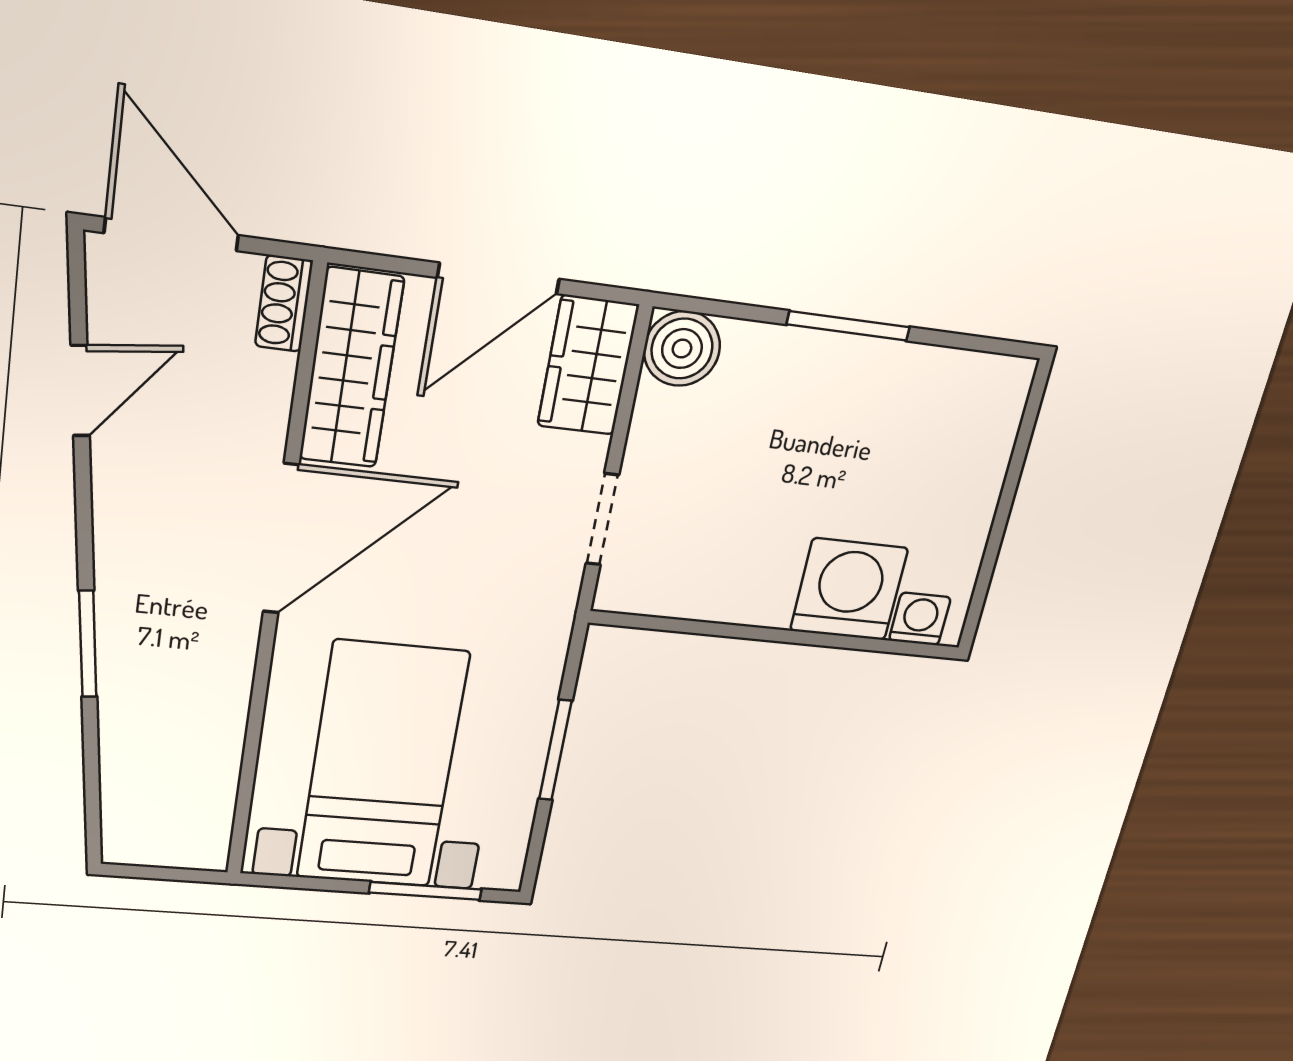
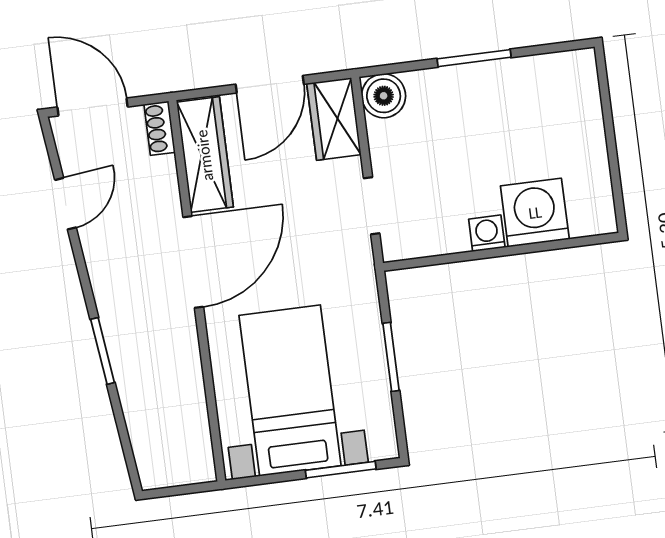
washing machine: (920, 619) -> (487, 233), moved

